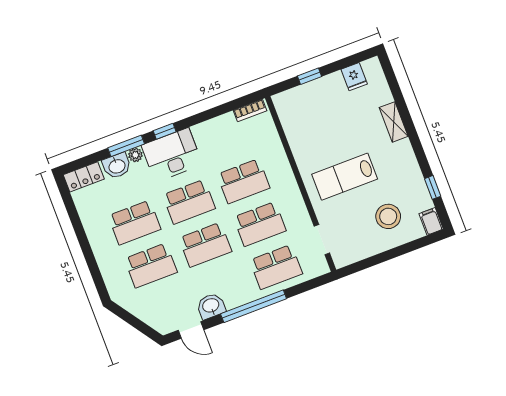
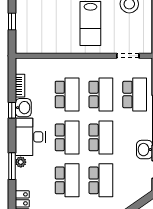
bookcase: (250, 110) -> (20, 86), moved
window: (165, 131) -> (12, 110), moved
washbasin: (117, 166) -> (23, 108), moved

